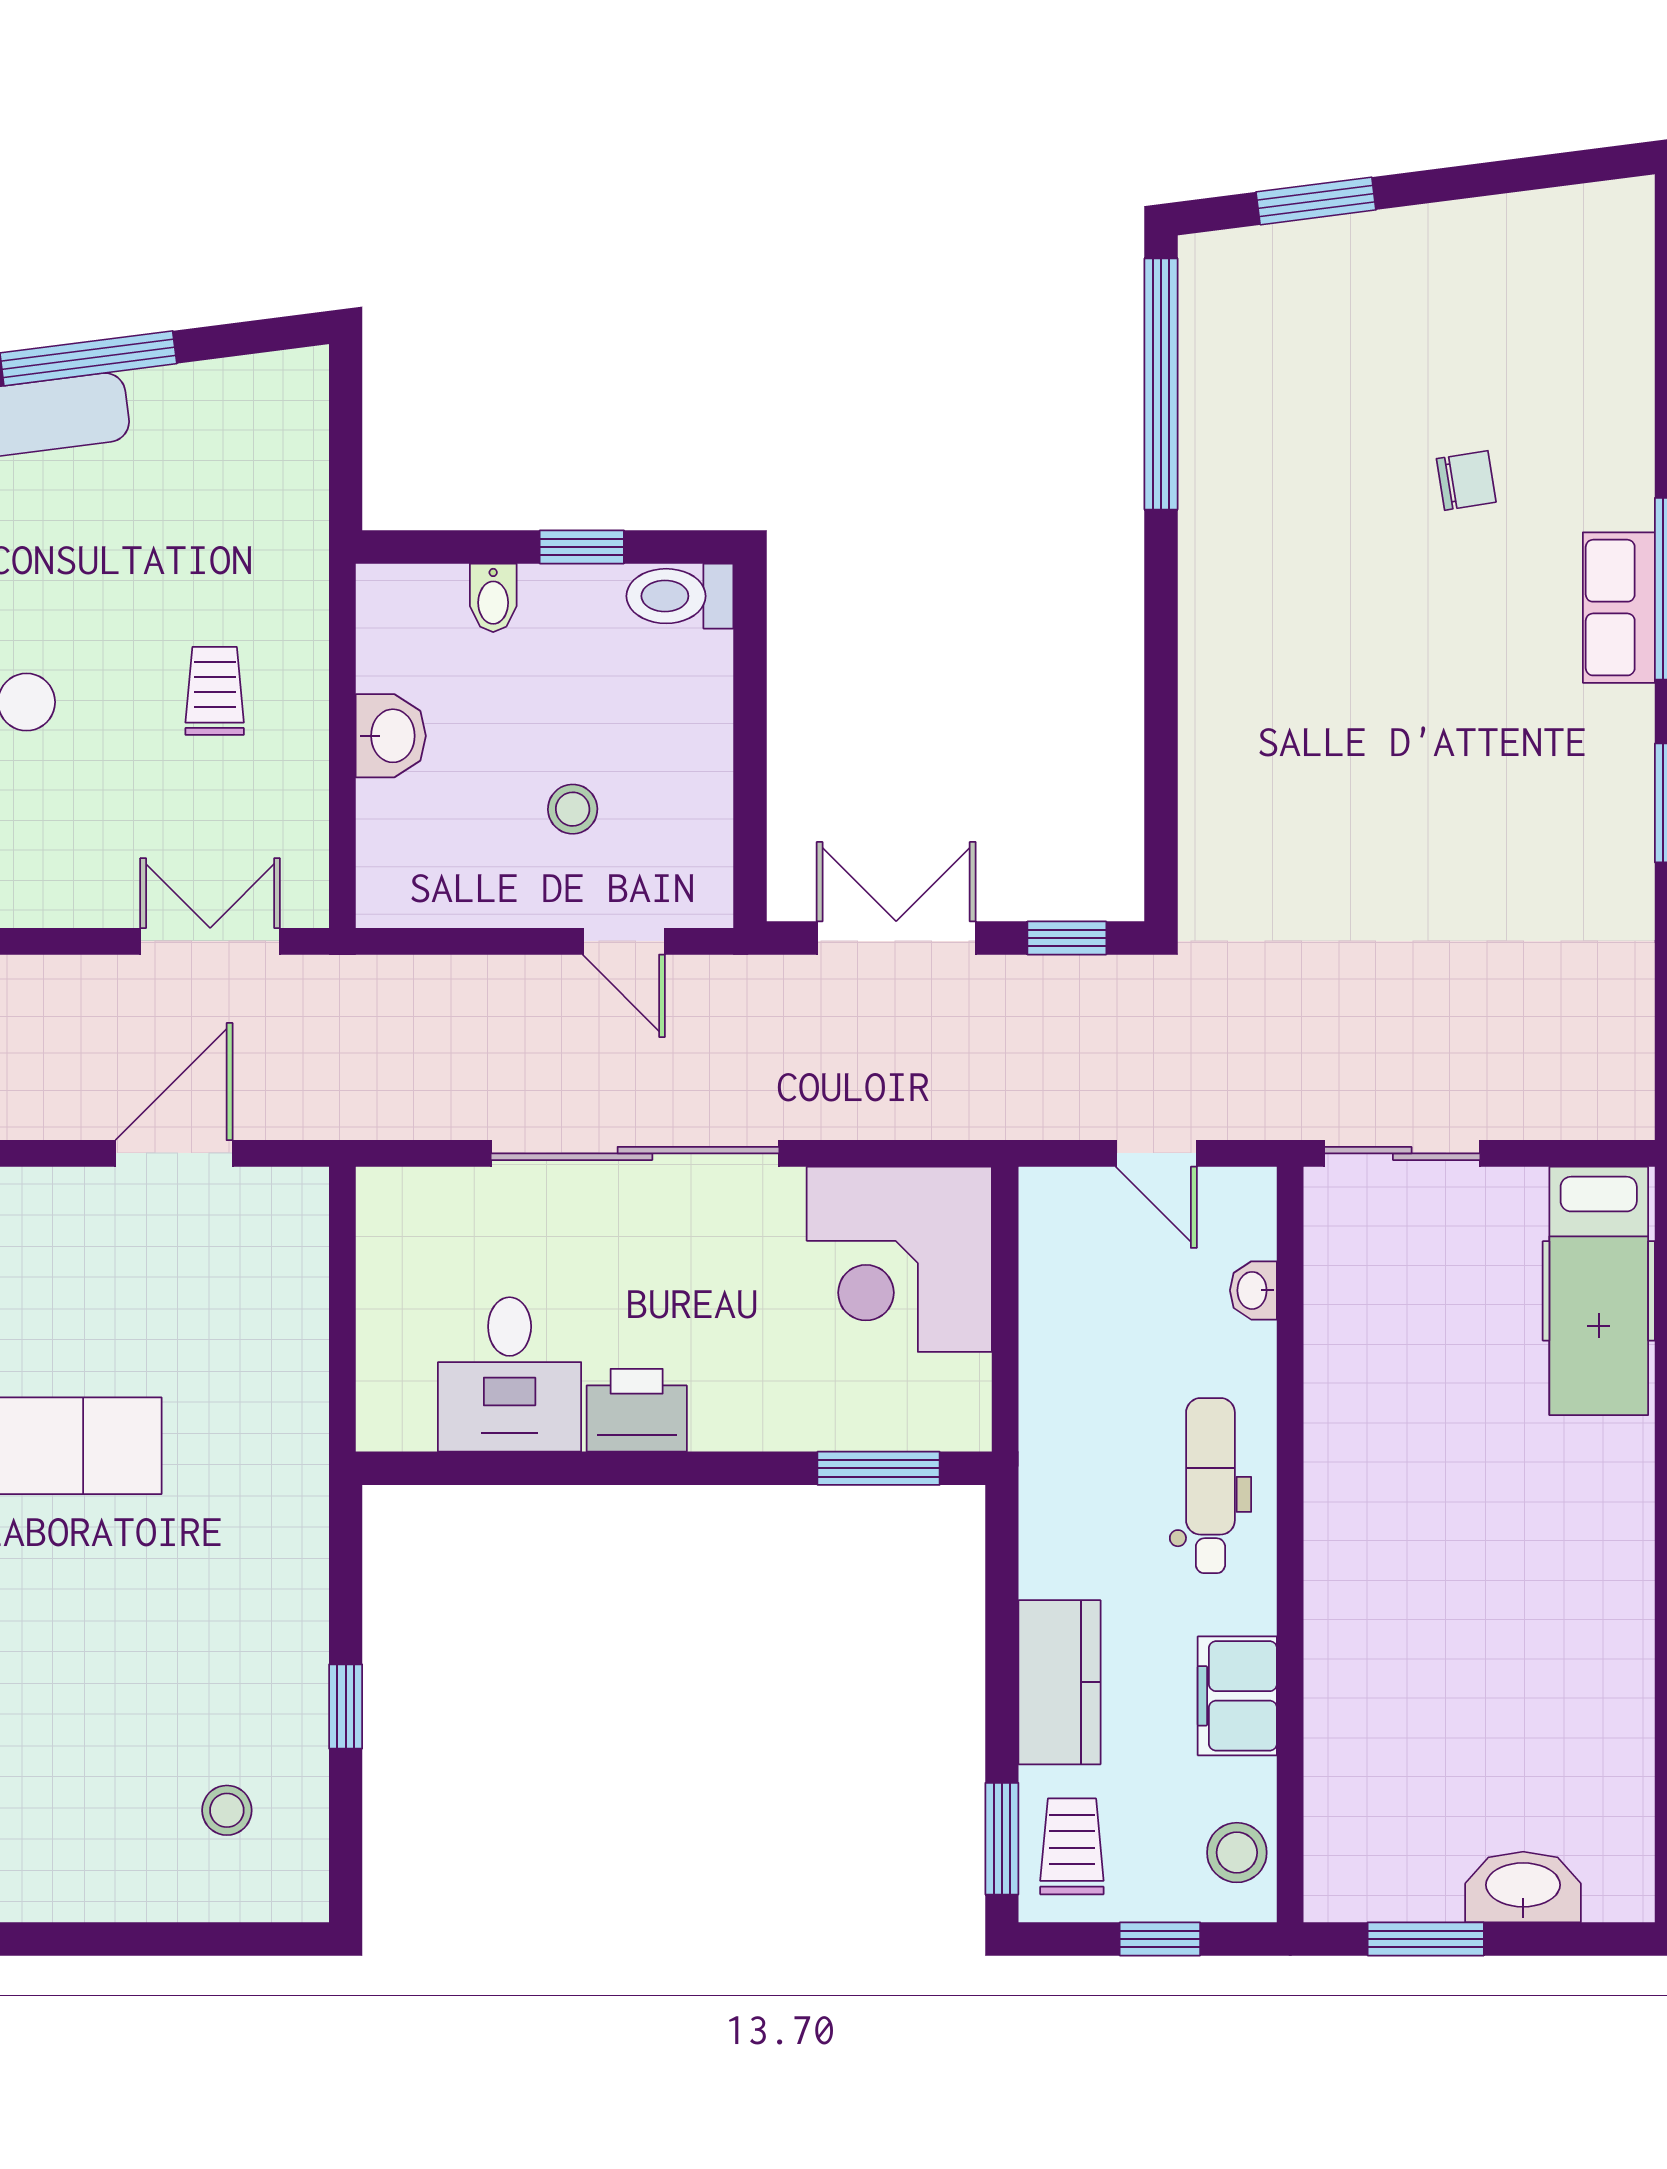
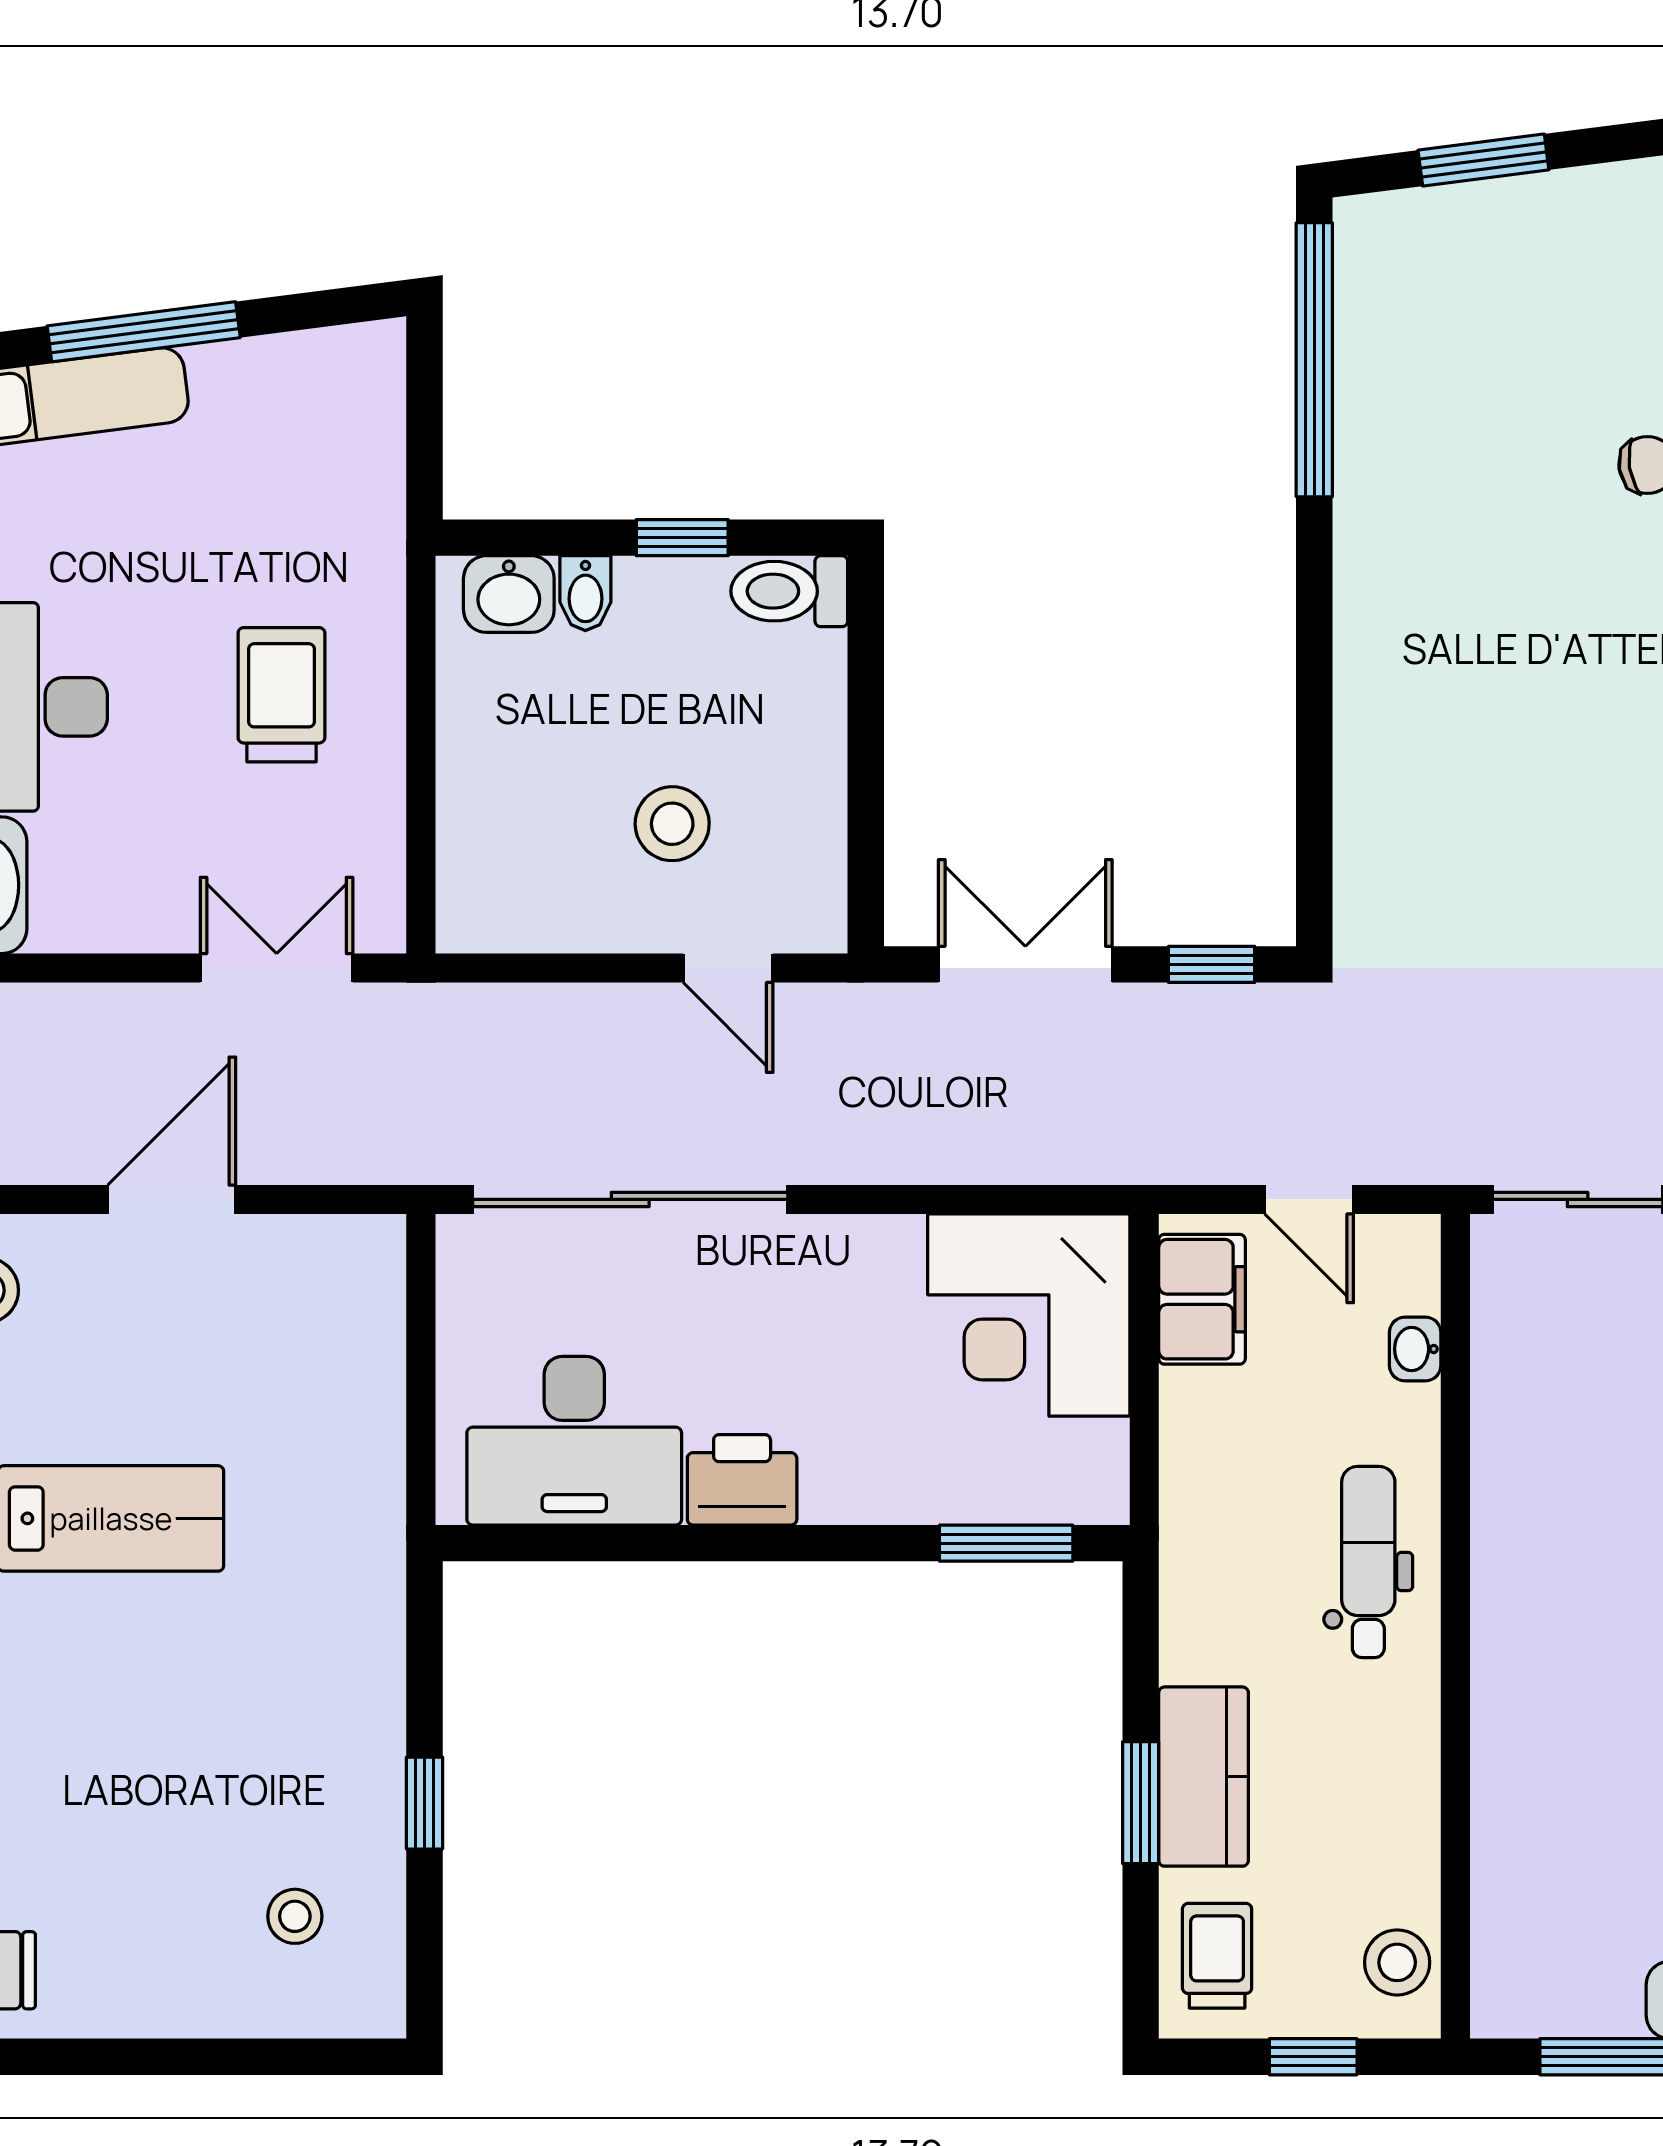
trolley: (215, 691) -> (281, 695), width x1.36, depth x1.39
washbasin: (391, 736) -> (509, 594), moved, turned 90
stool: (573, 809) -> (672, 824), width x1.37, depth x1.37
door: (174, 1153) -> (172, 1199), moved
sliding door: (635, 1153) -> (630, 1199), moved
desk: (510, 1374) -> (574, 1441), width x1.37
filing cabinet: (1237, 1696) -> (1202, 1299), moved, turned 180
window: (1002, 1839) -> (1141, 1803), moved

